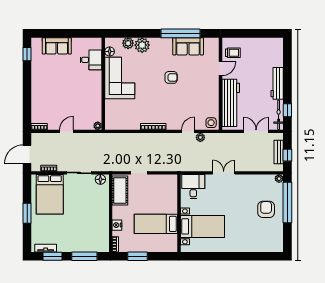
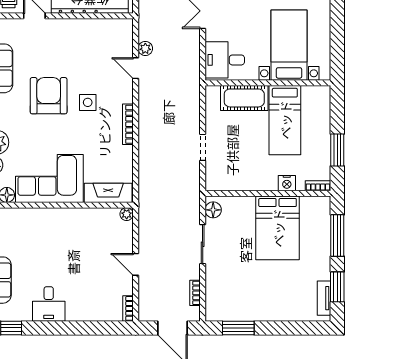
desk: (91, 60) -> (49, 304), moved, turned 180
armchair: (171, 77) -> (49, 96), width x1.88, depth x1.88
fireplace: (111, 114) -> (108, 193), added
side table: (211, 123) -> (88, 102), moved
cot: (120, 191) -> (244, 98), moved
bed: (50, 194) -> (278, 228), moved, turned 90
window: (27, 213) -> (238, 328), moved

